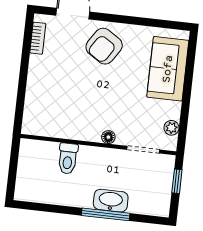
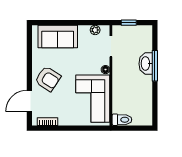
corner sofa: (66, 112) -> (93, 99), added
toilet: (68, 158) -> (122, 120), moved

